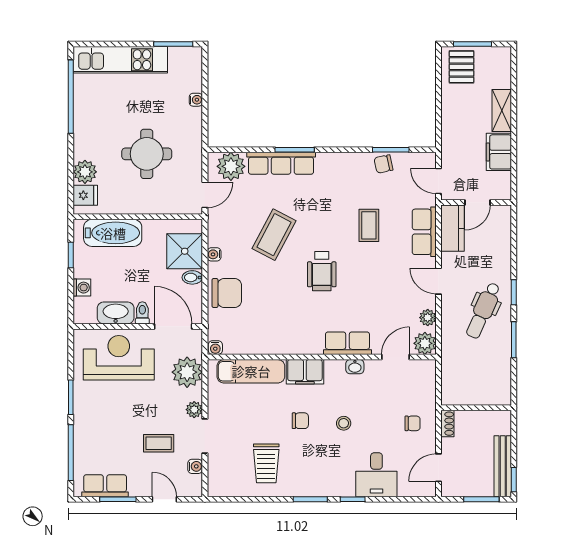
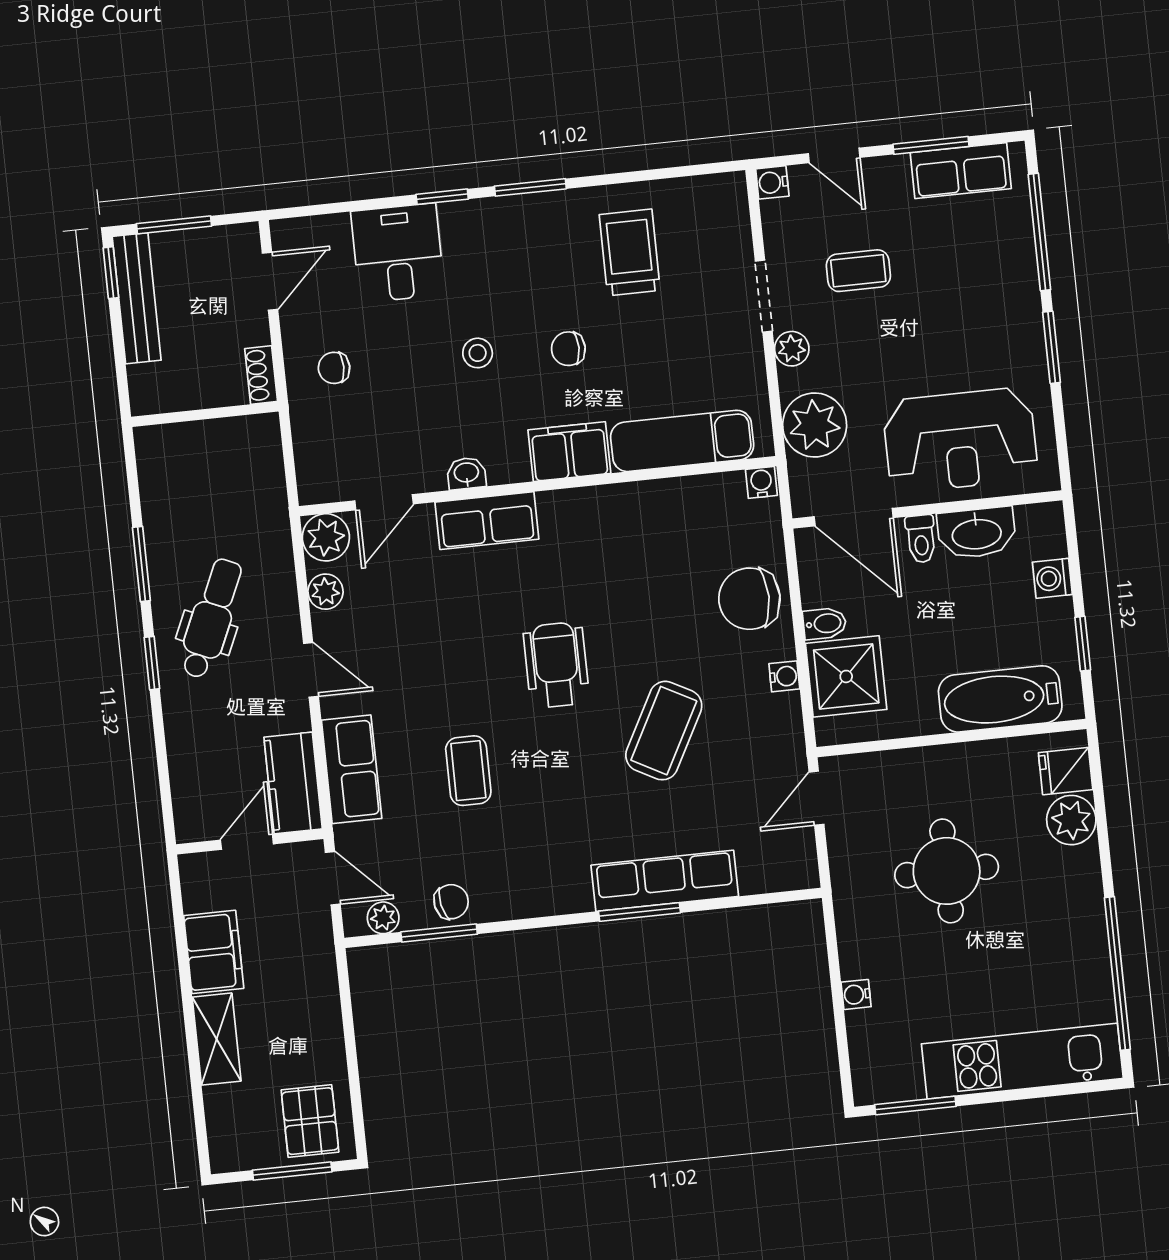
plant: (231, 166) -> (383, 918), moved, width x0.53, depth x0.53
water cooler: (195, 466) -> (772, 182), moved

